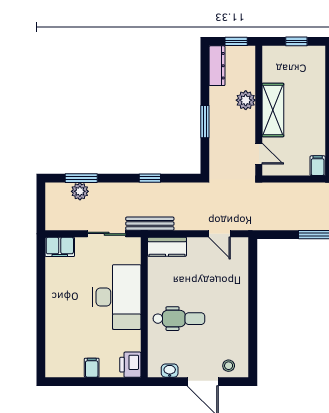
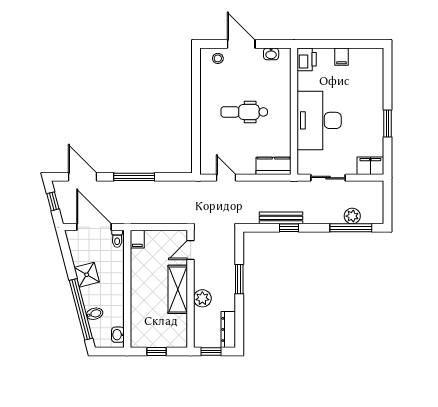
door: (259, 154) -> (191, 250), hinge flipped
window: (81, 178) -> (351, 228), width x1.44
bench: (150, 224) -> (281, 218), moved
window: (41, 294) -> (387, 123), added
dental chair: (179, 319) -> (244, 112), moved

